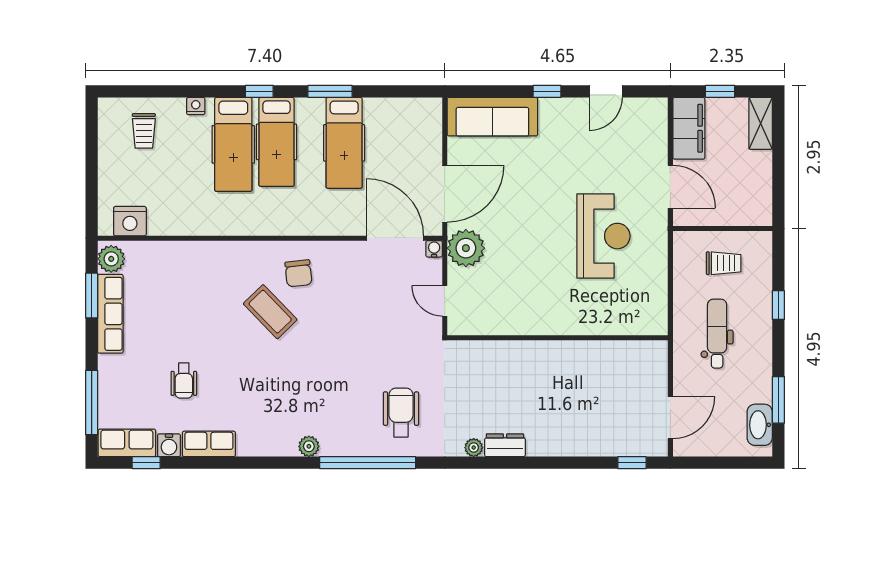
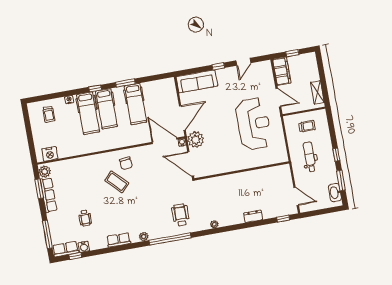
shelving: (761, 123) -> (317, 92), moved
reception desk: (603, 236) -> (254, 124), width x1.36, depth x1.30
door: (445, 301) -> (191, 164), width x1.88
window: (778, 305) -> (336, 155), moved
door: (670, 418) -> (296, 196), hinge flipped
row of seats: (209, 444) -> (119, 240), moved
dresser: (505, 445) -> (253, 216), moved

